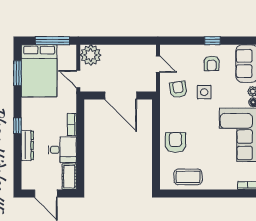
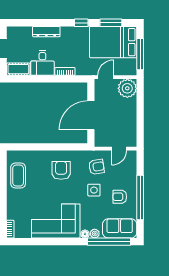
window: (212, 41) -> (140, 197), width x3.17
window: (17, 126) -> (81, 23), moved
armchair: (175, 142) -> (61, 170), moved, turned -90

